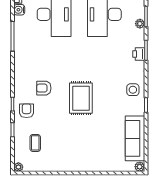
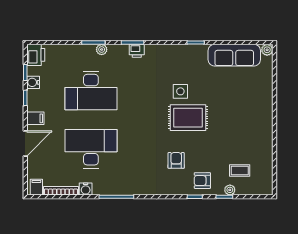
armchair: (44, 88) -> (176, 160), turned 180
side table: (133, 90) -> (180, 91), moved
plant: (18, 167) -> (230, 190), moved

